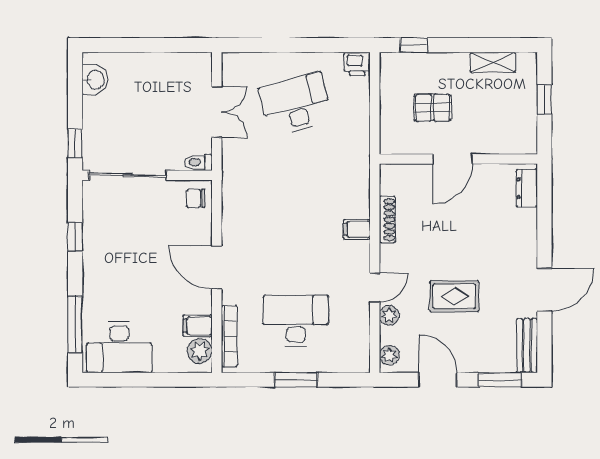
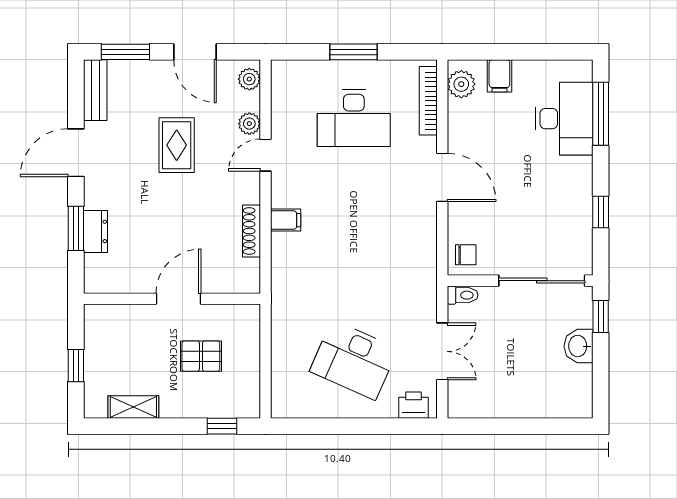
printer: (357, 64) -> (414, 405), moved
washbasin: (95, 80) -> (579, 346), moved
desk: (296, 104) -> (354, 360), turned 39
double door: (217, 112) -> (442, 351), swing flipped
dresser: (527, 188) -> (96, 231), moved
window: (544, 222) -> (76, 228), added
rug: (454, 296) -> (177, 145), turned 90
filing cabinet: (198, 326) -> (499, 76), moved, turned 90
desk: (119, 347) -> (564, 119), moved, turned 90

